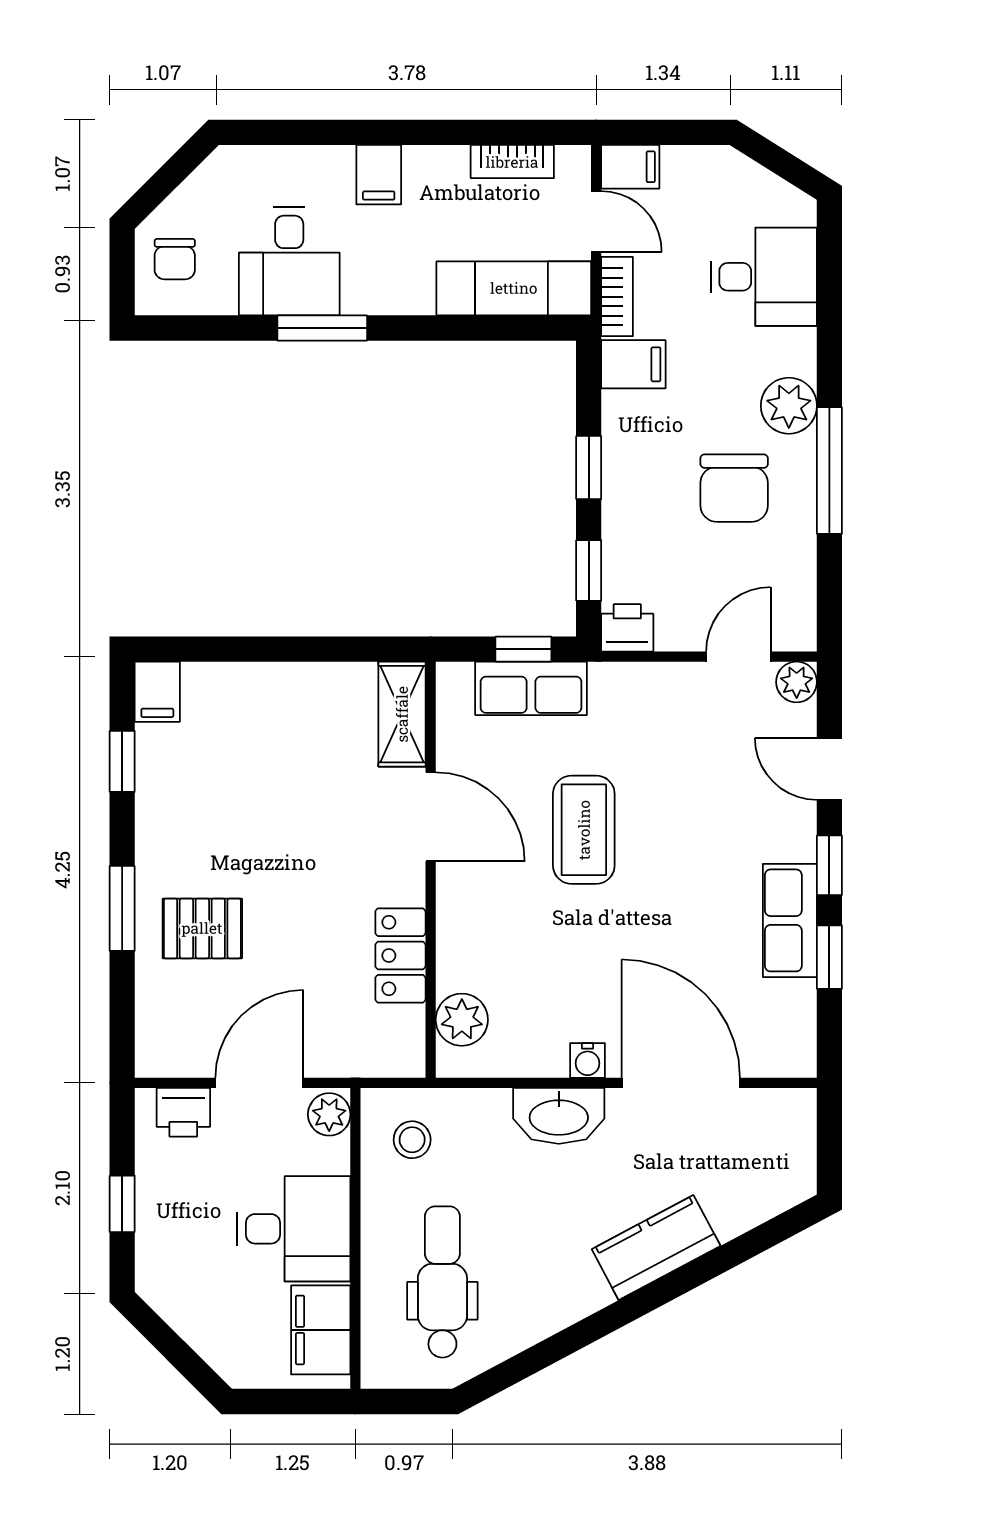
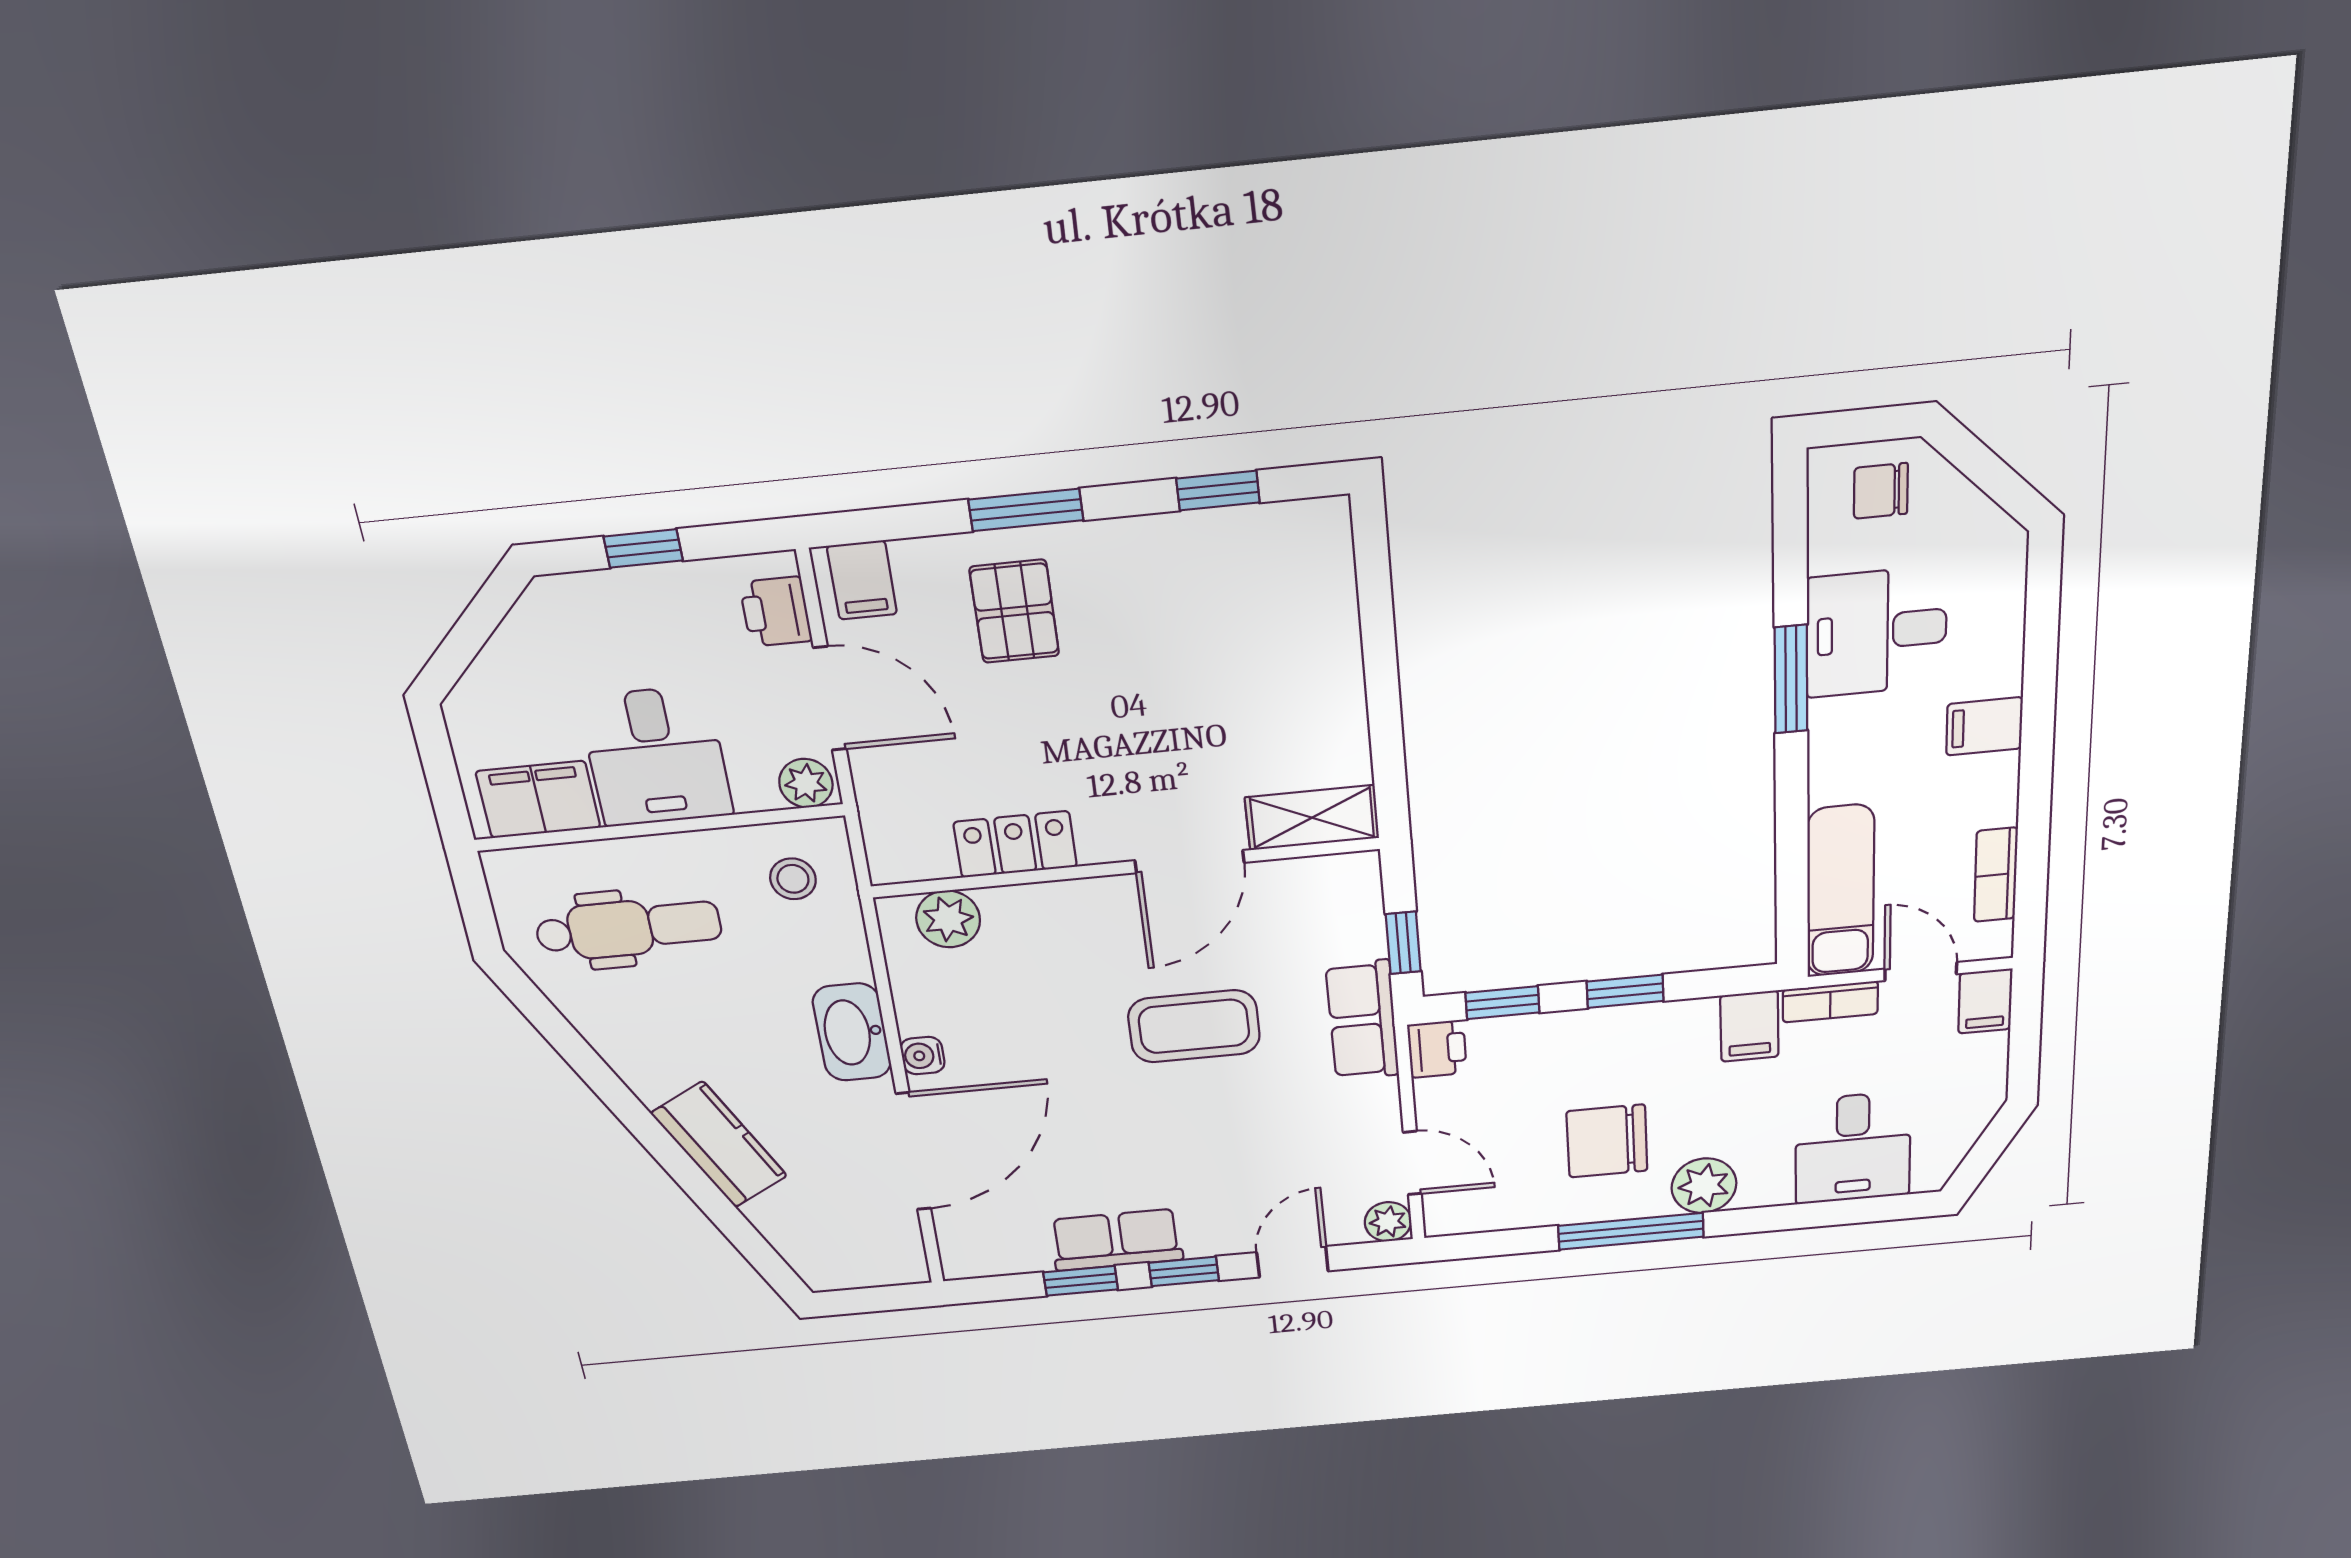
door: (596, 221) -> (1921, 972), swing flipped
row of seats: (531, 688) -> (1362, 1020), moved
filing cabinet: (157, 692) -> (862, 580), moved, turned -90

